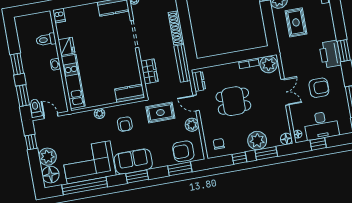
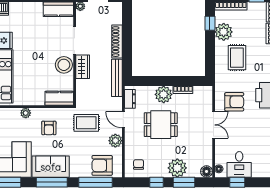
stool: (128, 60) -> (64, 65), added
plant: (269, 64) -> (164, 94), moved
wardrobe: (149, 71) -> (83, 67), moved
armchair: (319, 88) -> (234, 102), moved
desk: (321, 125) -> (239, 164), width x0.73
window: (180, 169) -> (95, 182), width x1.44
window: (137, 176) -> (52, 182), width x1.44

